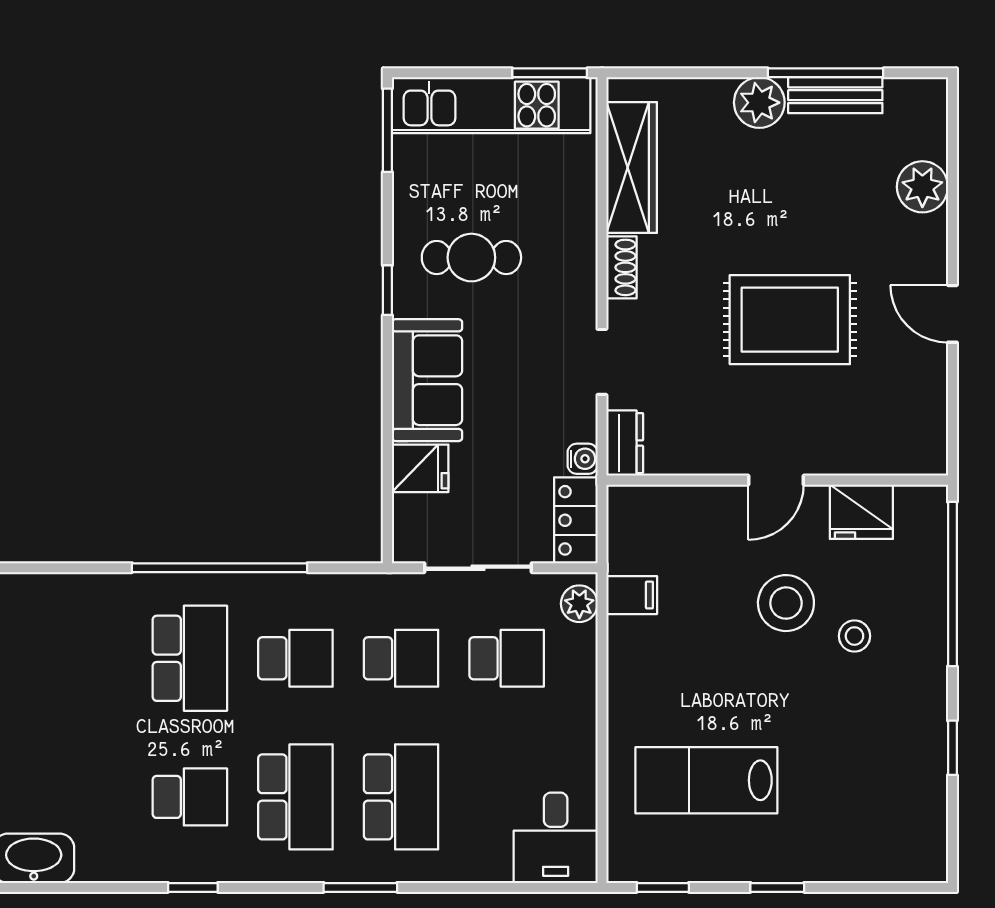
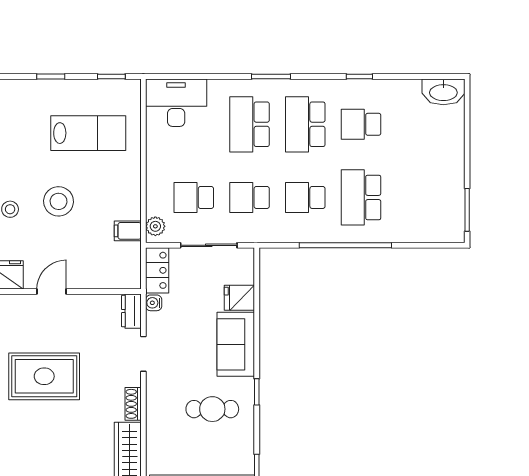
stool: (786, 603) -> (59, 201), moved
desk: (556, 838) -> (176, 103), width x1.37

